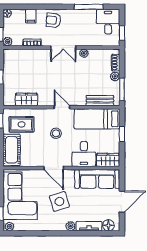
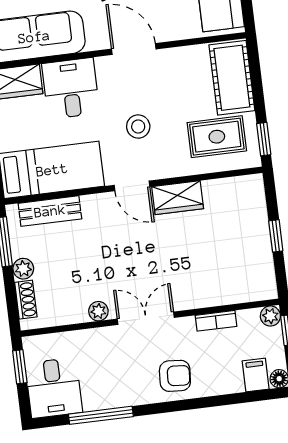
filing cabinet: (31, 16) -> (256, 375), moved
wardrobe: (26, 99) -> (178, 198), moved

